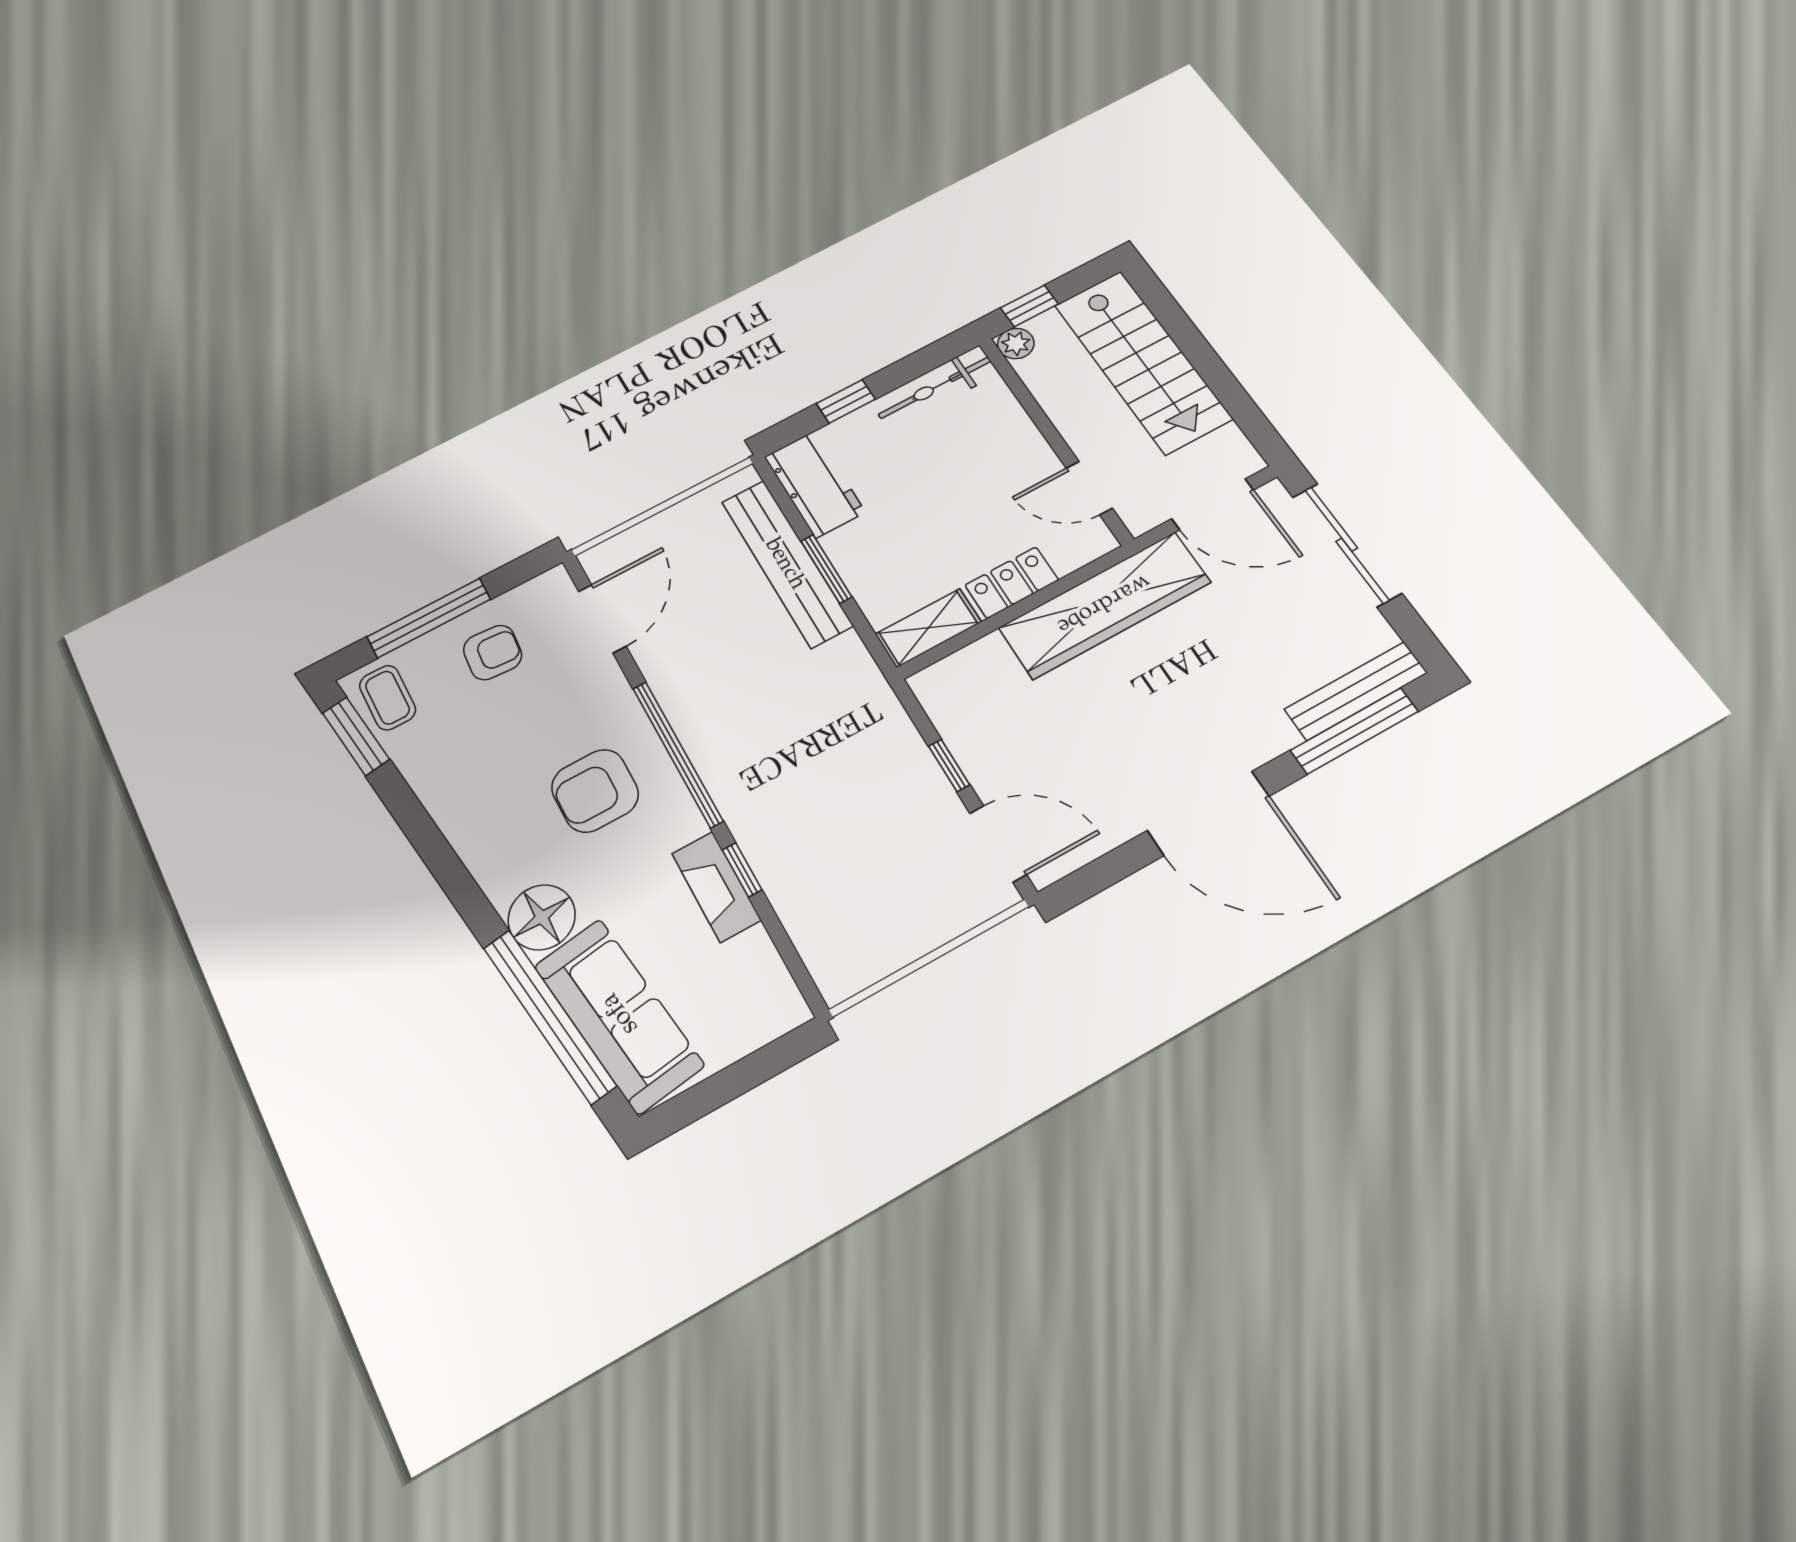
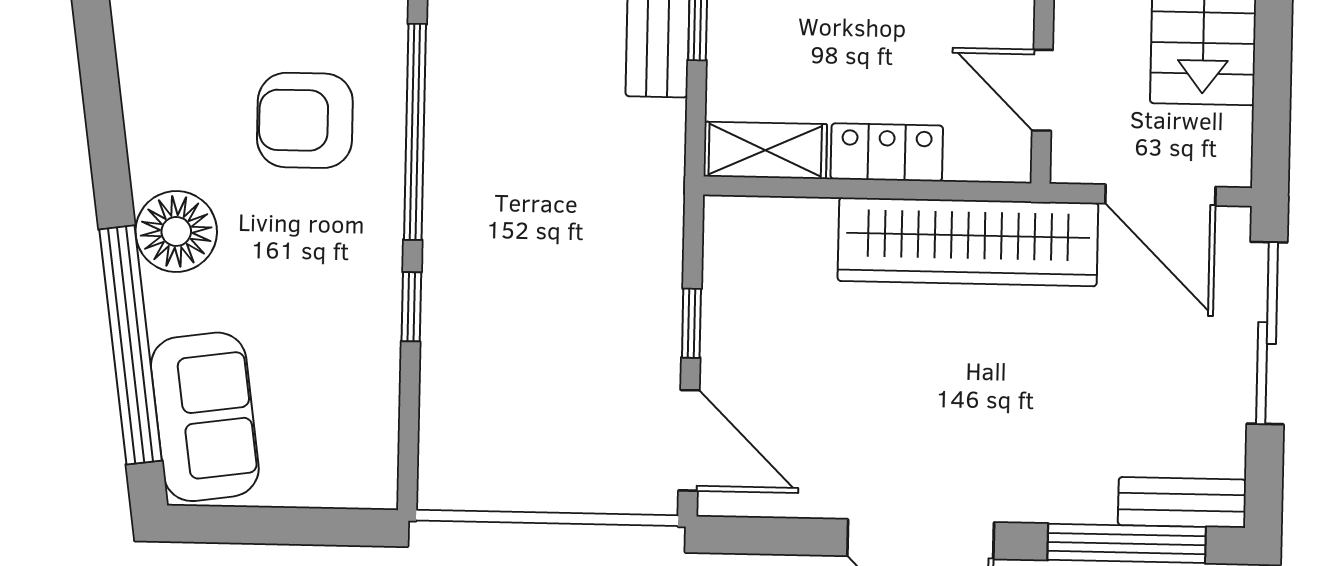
bench: (1356, 691) -> (1182, 502), width x0.73
fireplace: (716, 887) -> (375, 309), removed
sofa: (618, 1015) -> (205, 417), width x0.73

